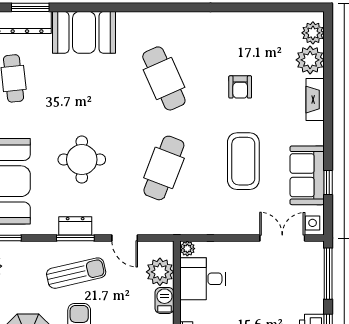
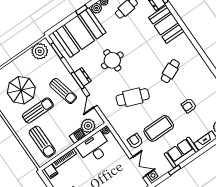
cafe table: (164, 78) -> (170, 71), width x0.73, depth x0.74
sofa: (307, 175) -> (181, 152), moved
armchair: (238, 213) -> (135, 141), added
desk: (203, 279) -> (94, 148), width x1.37

